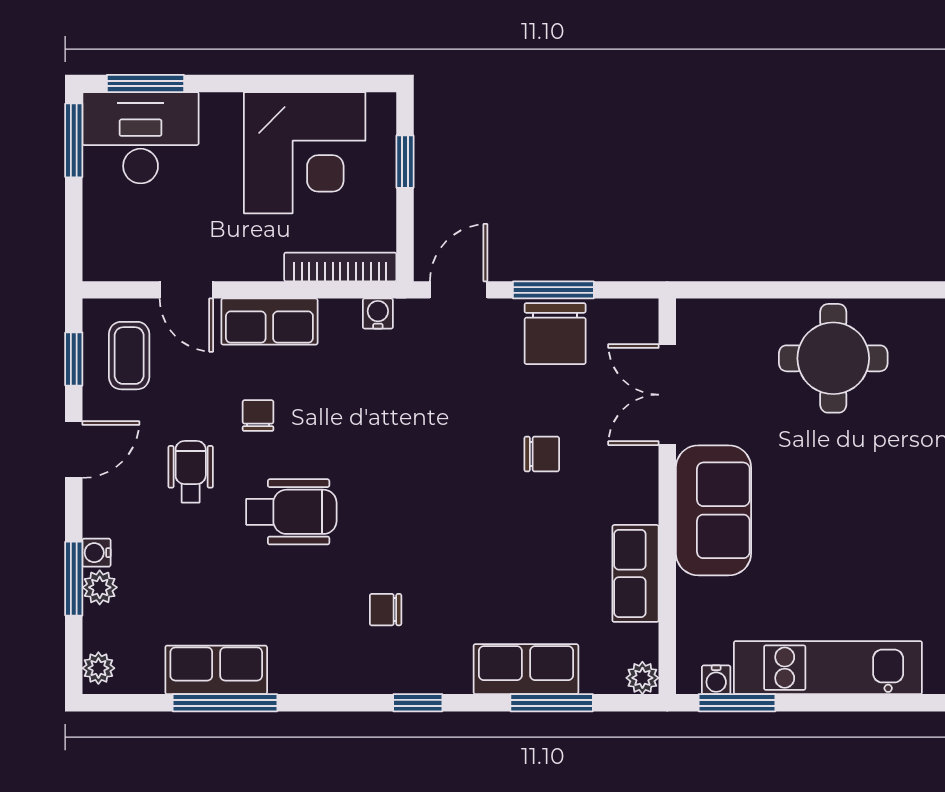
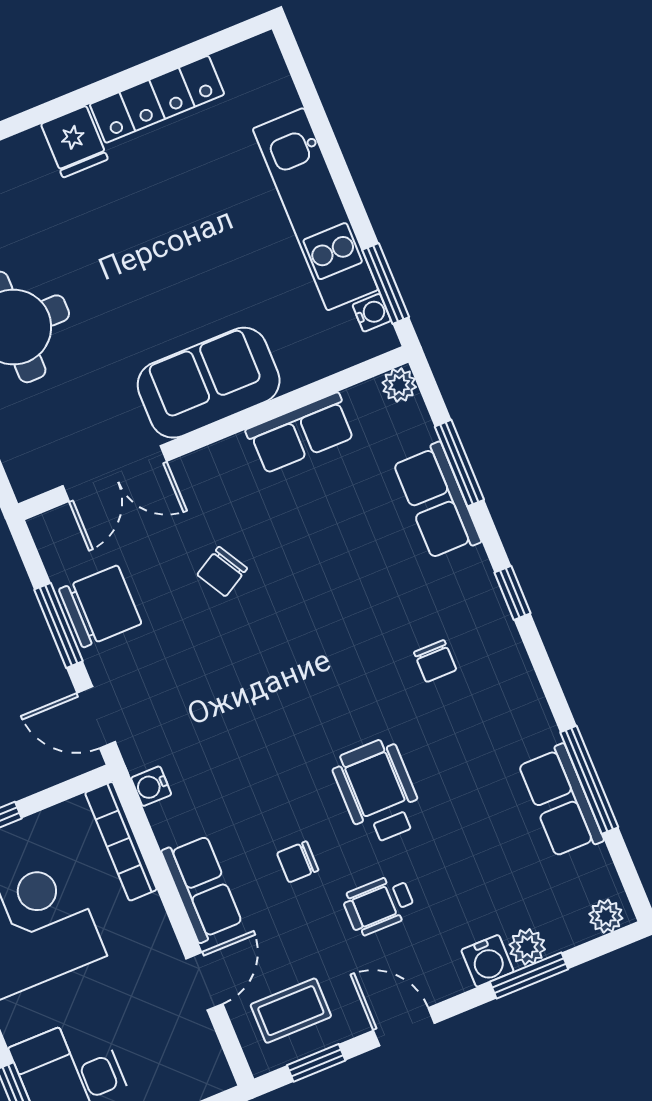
chair: (542, 454) -> (222, 572), turned -120
water cooler: (96, 553) -> (487, 961), width x1.38, depth x1.38

